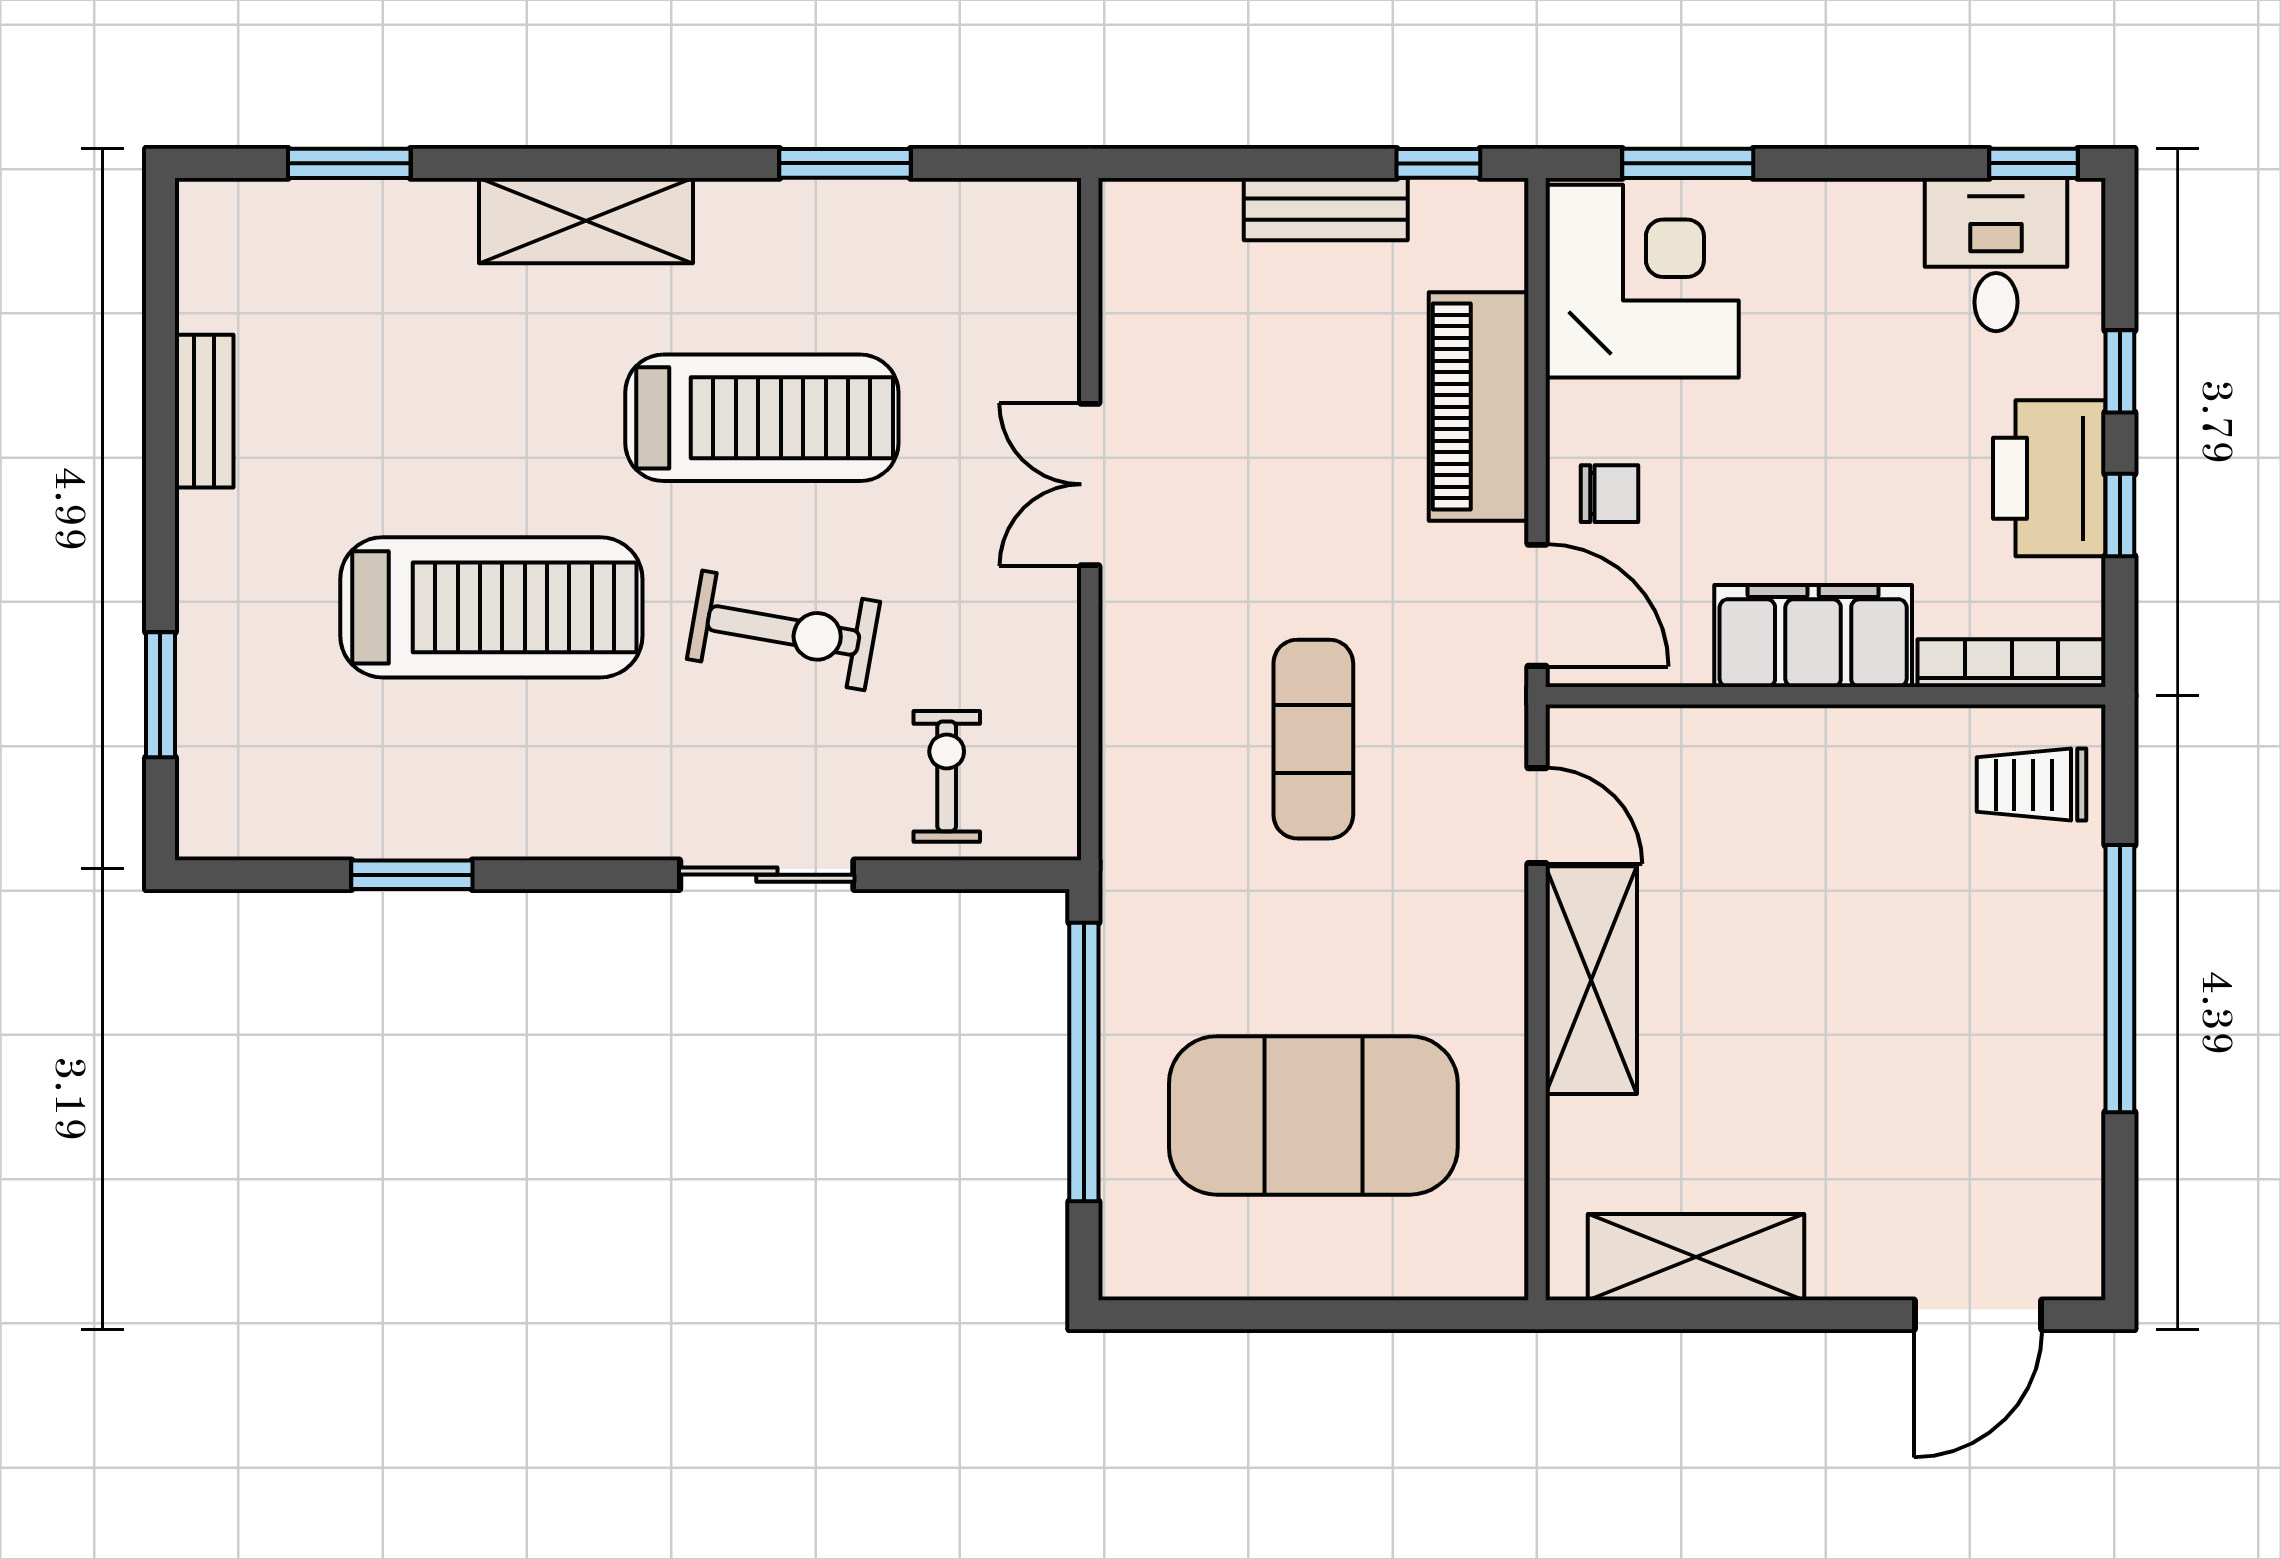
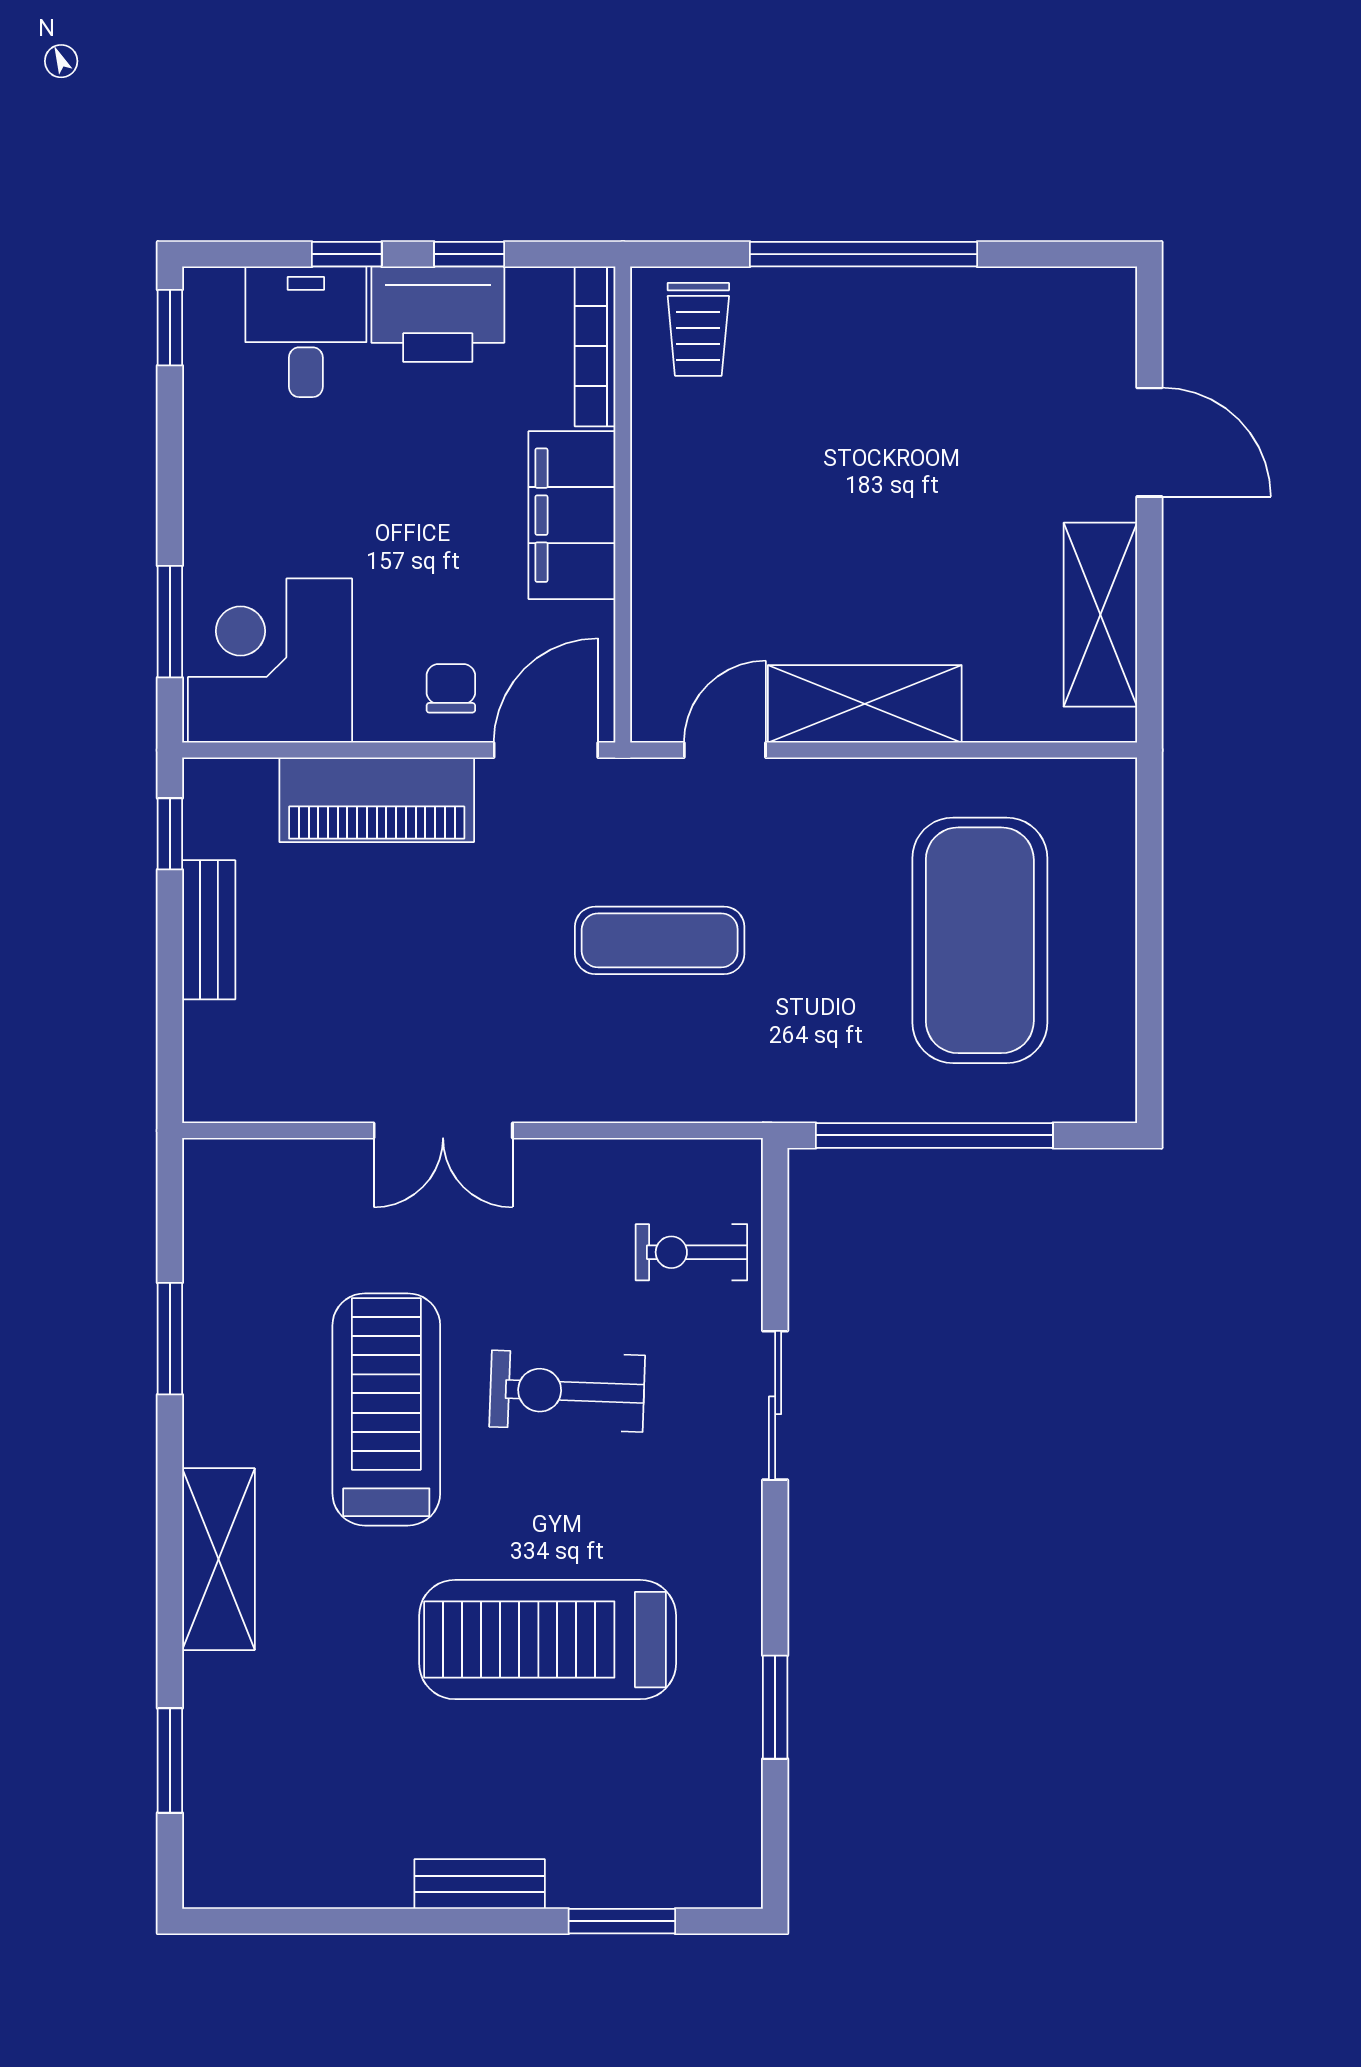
desk: (1996, 255) -> (306, 332), moved, turned 90
bench: (204, 411) -> (480, 1884), moved
treadmill: (491, 607) -> (548, 1640), turned -90
exercise bike: (783, 630) -> (567, 1391), turned -98
door: (1978, 1315) -> (1149, 442), moved

